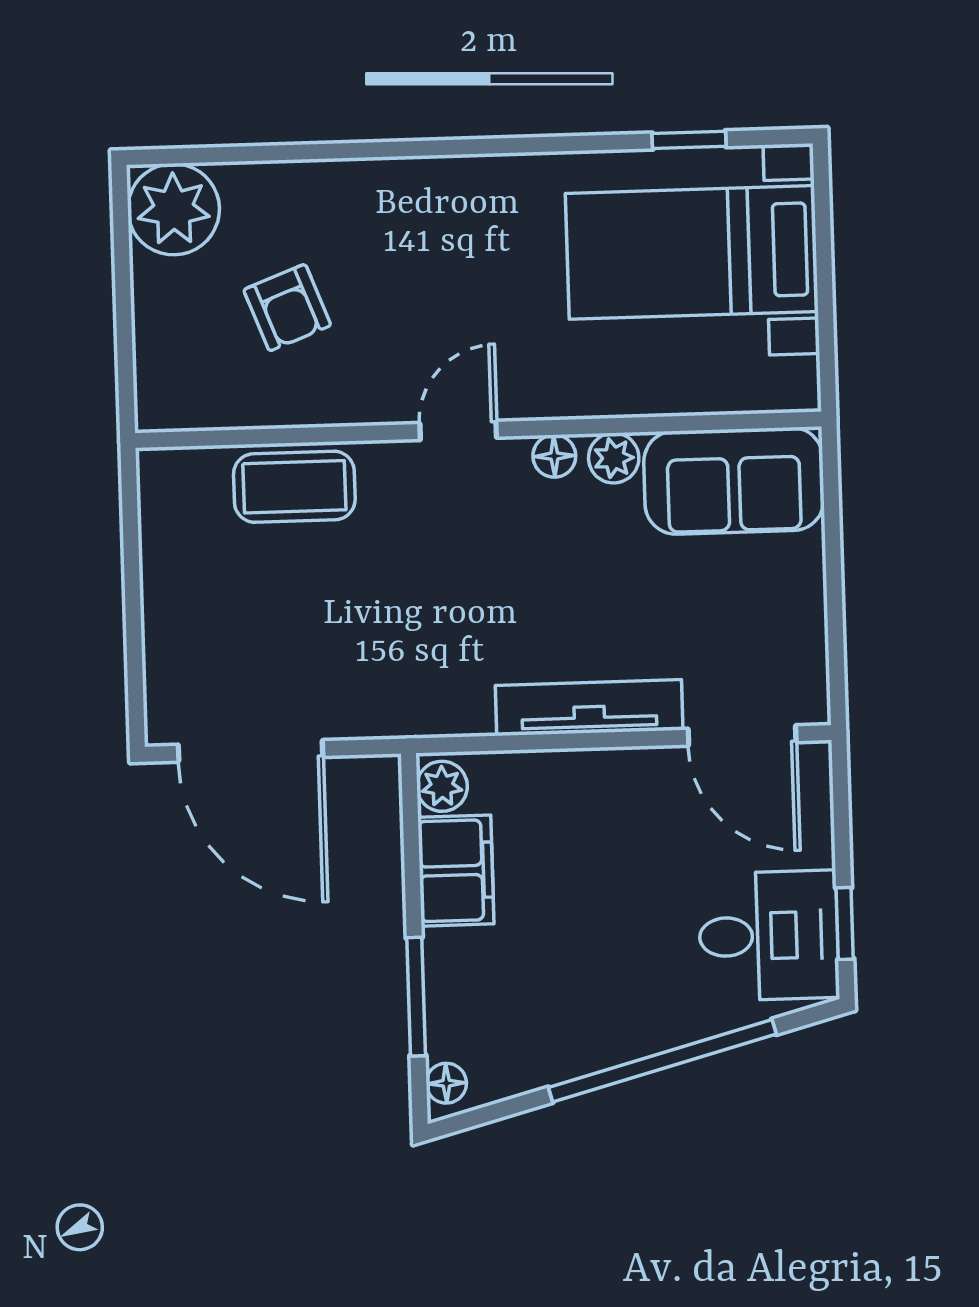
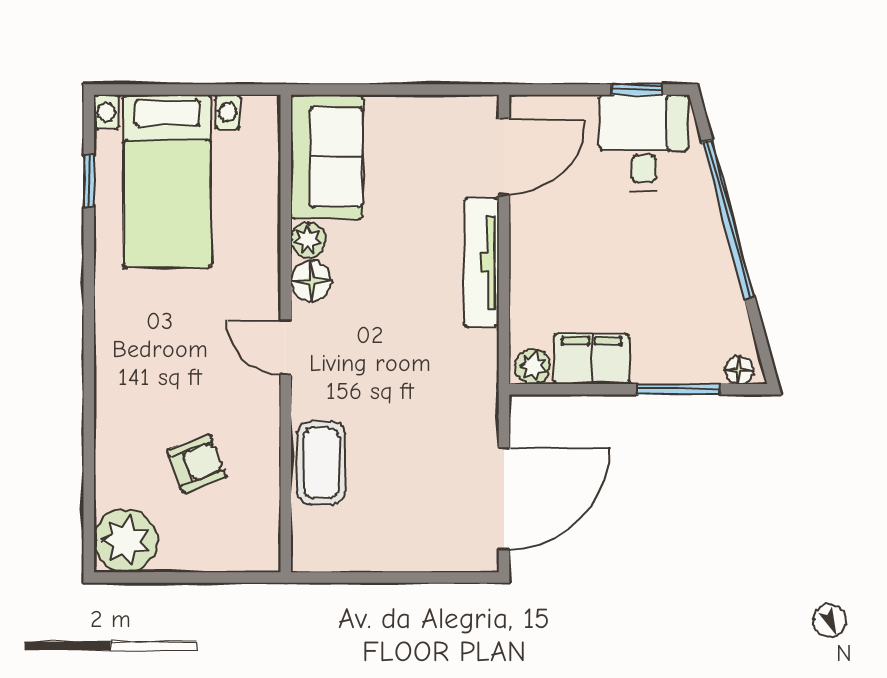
floor lamp: (554, 456) -> (311, 281), width x1.37, depth x1.37

